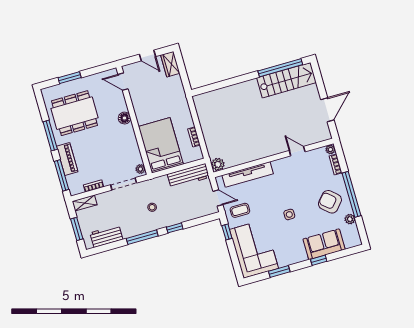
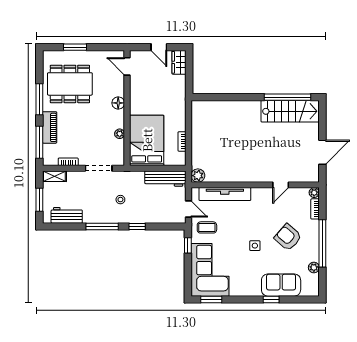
door: (297, 151) -> (281, 185), swing flipped
plant: (140, 169) -> (120, 134), moved
armchair: (330, 202) -> (288, 237), moved
window: (279, 272) -> (211, 300), moved

